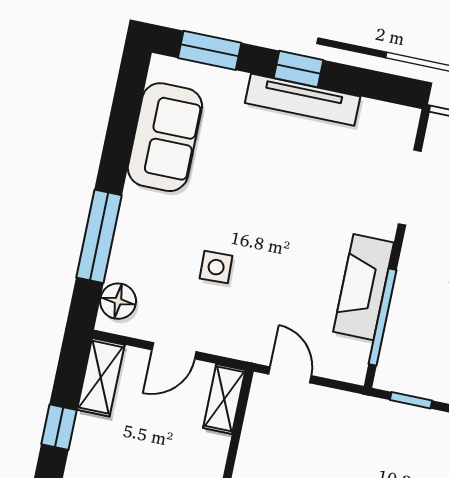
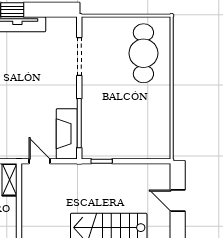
fireplace: (363, 287) -> (67, 134), moved

